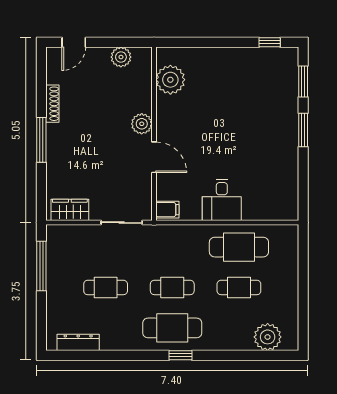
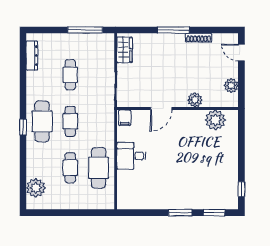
plant: (142, 124) -> (195, 100), moved

